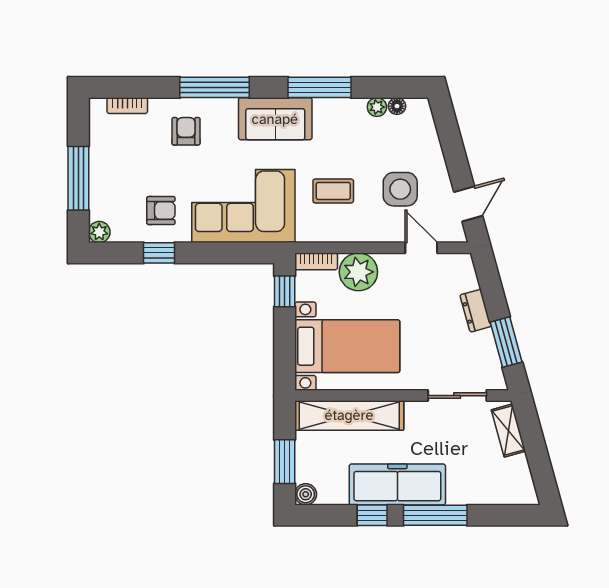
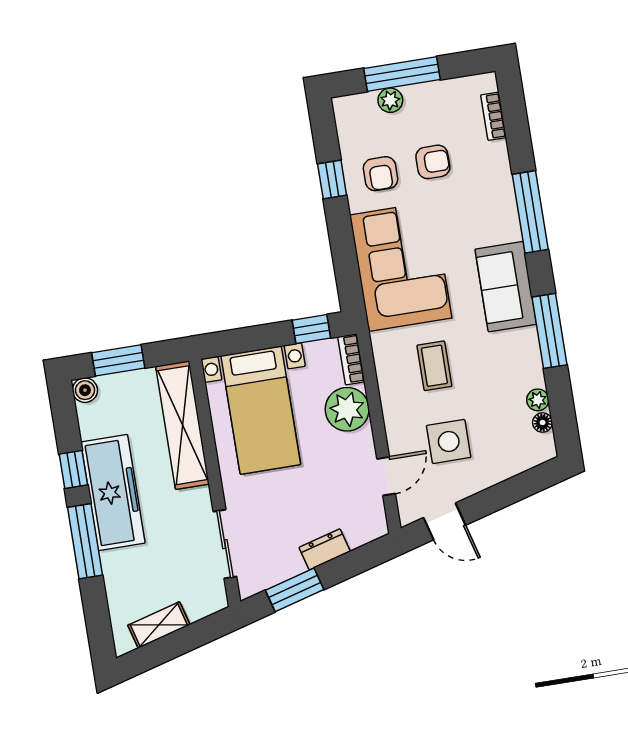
armchair: (186, 131) -> (433, 162), moved
plant: (99, 232) -> (390, 100), moved
shelving: (508, 430) -> (159, 625), moved

